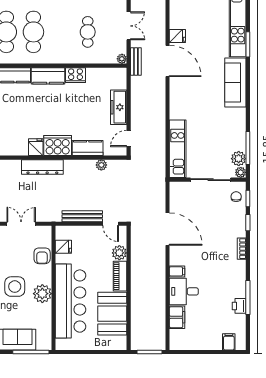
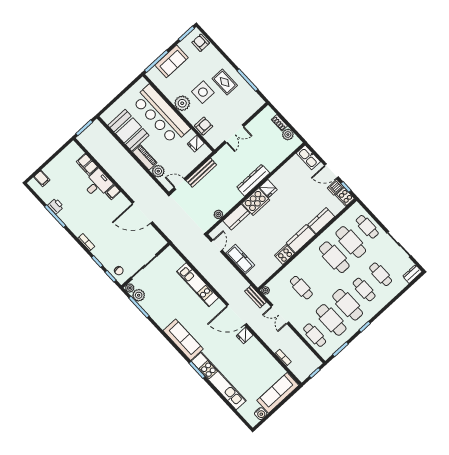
kitchen unit: (178, 149) -> (197, 285), moved
armchair: (42, 256) -> (204, 126), turned 90

